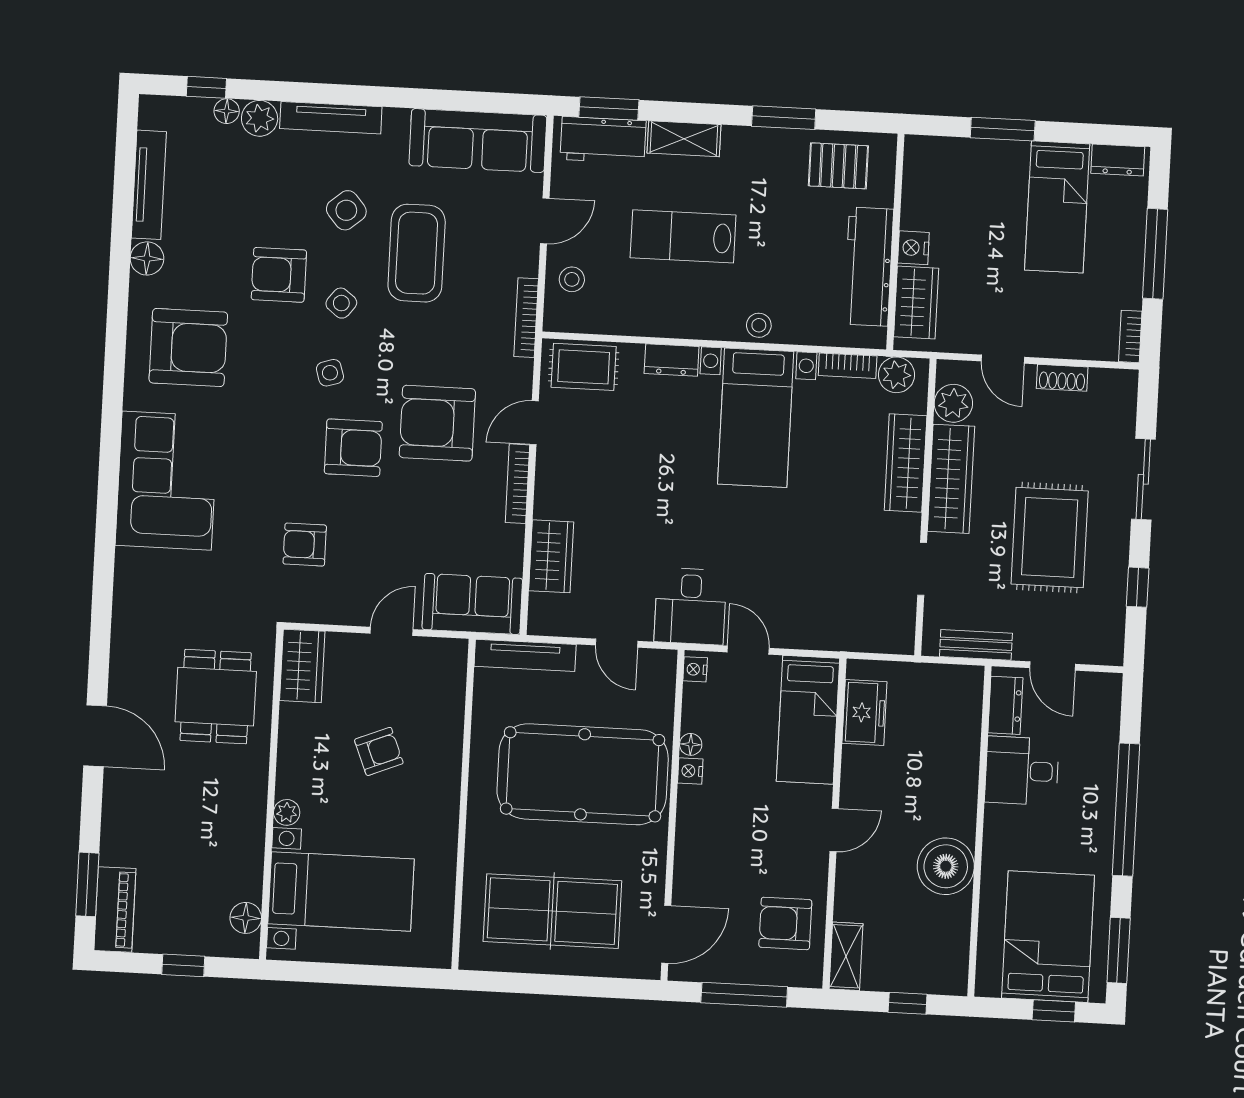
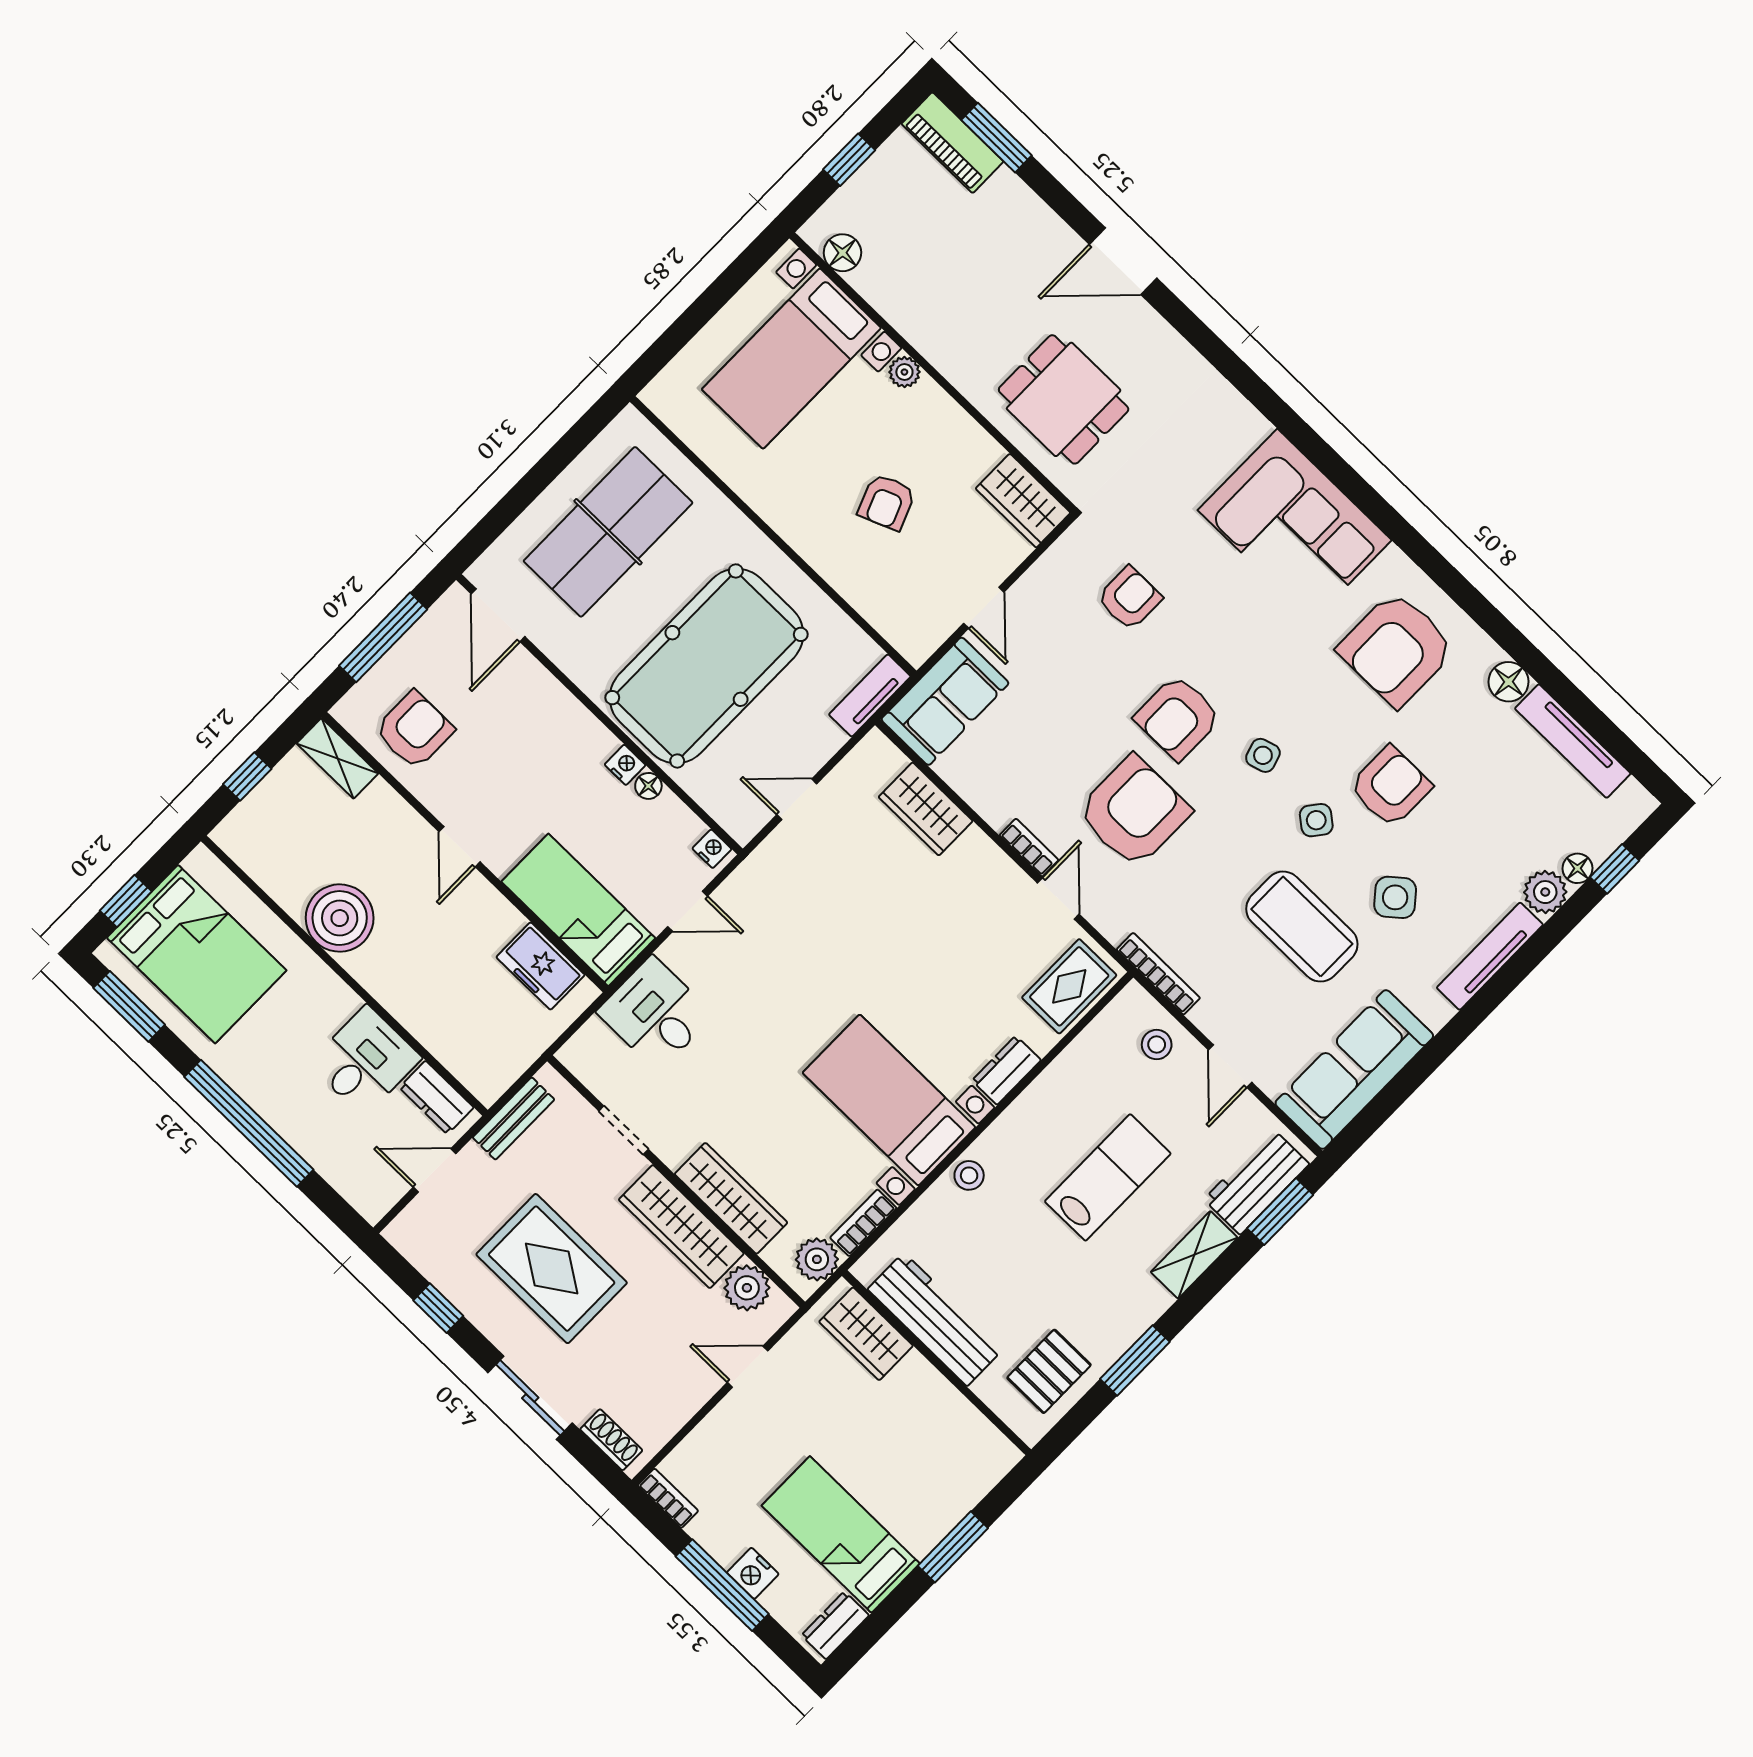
nightstand: (913, 248) -> (753, 1573), moved, turned 180
shoe rack: (1062, 378) -> (611, 1440), moved, turned 90
bookcase: (517, 484) -> (1029, 848), width x0.64
desk: (690, 606) -> (655, 1014), moved
tv unit: (525, 655) -> (870, 695), width x0.71

